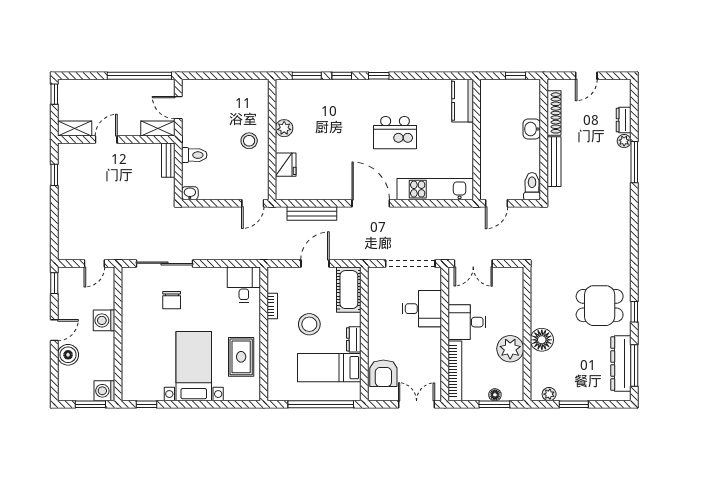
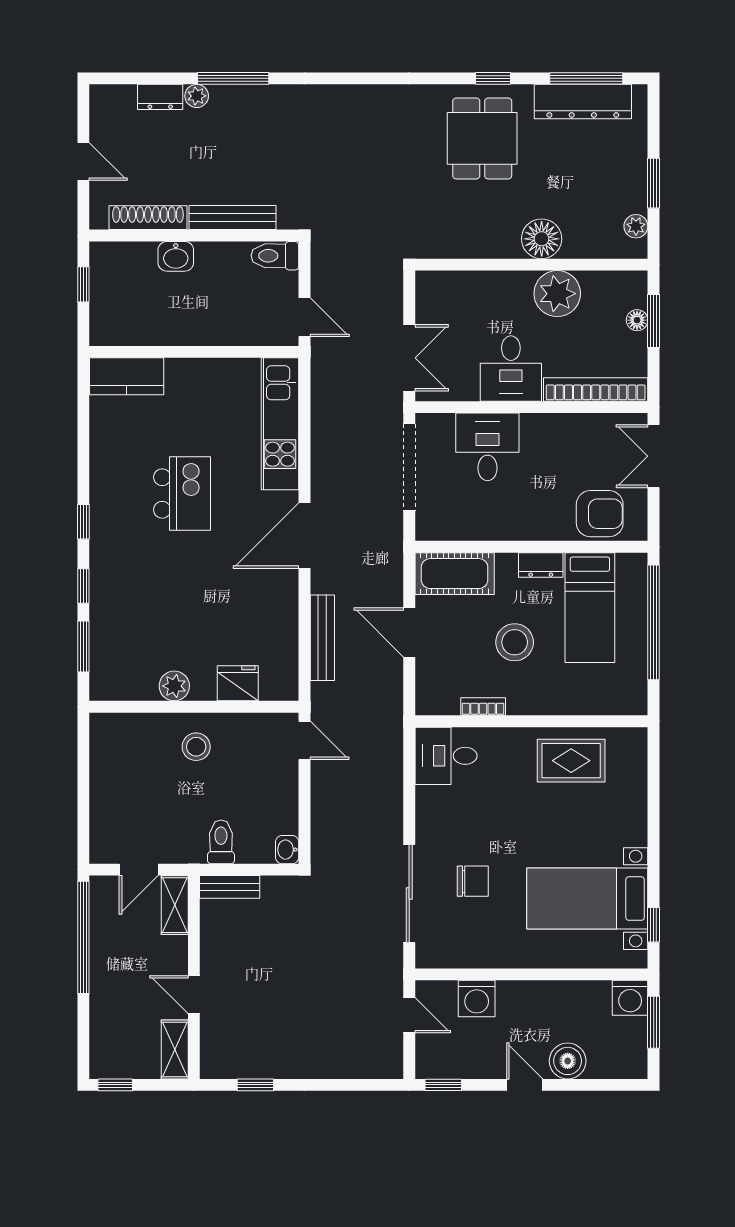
washing machine: (104, 320) -> (477, 998), moved
bed with nightstands: (194, 366) -> (587, 899), moved

